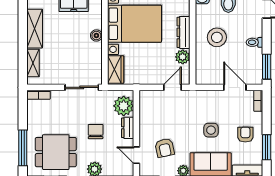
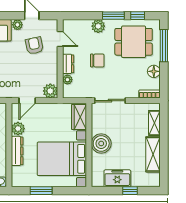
boiler: (96, 36) -> (101, 143), width x1.86, depth x1.86
plant: (147, 98) -> (50, 91), added
plant: (124, 106) -> (67, 80), width x0.53, depth x0.53
floor lamp: (34, 120) -> (154, 71), added
chair: (96, 132) -> (97, 60), turned -90

